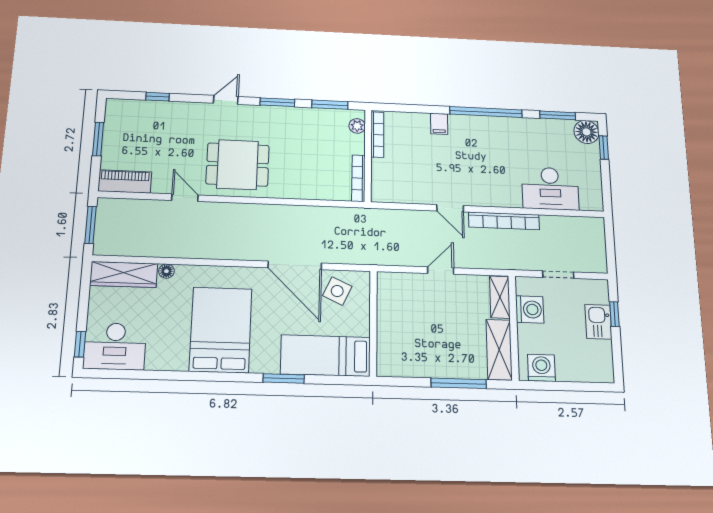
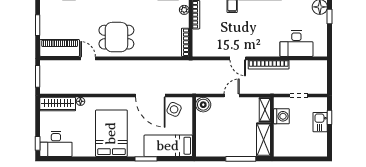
piano: (125, 182) -> (60, 48), width x1.37, depth x1.33
boiler: (390, 285) -> (203, 105), added
washing machine: (541, 368) -> (287, 149), removed

